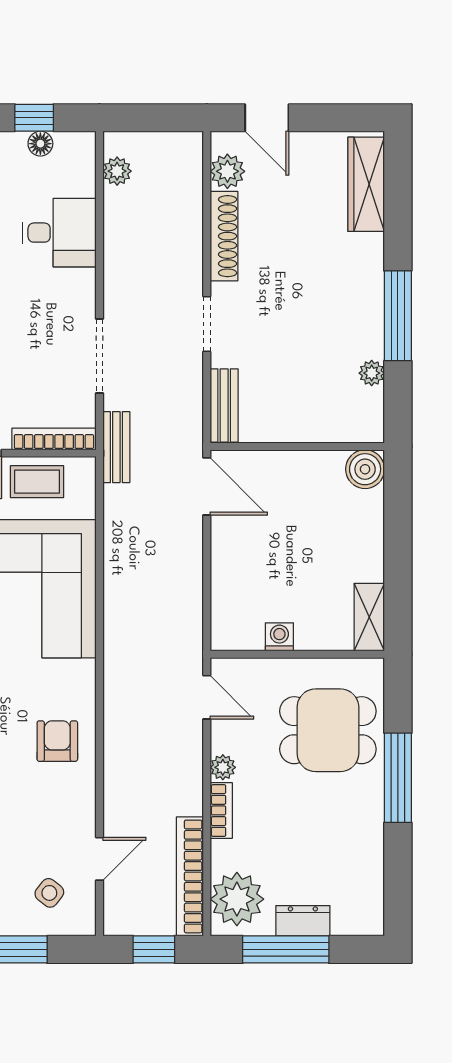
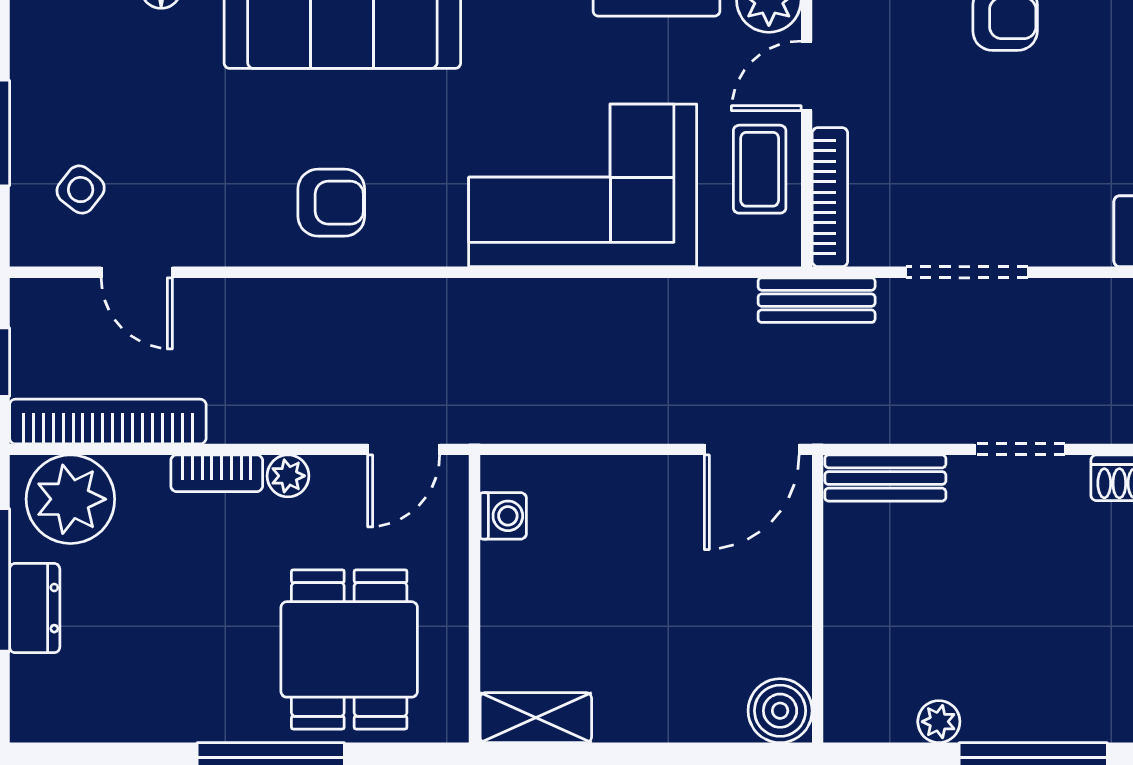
washing machine: (279, 637) -> (503, 516), moved

